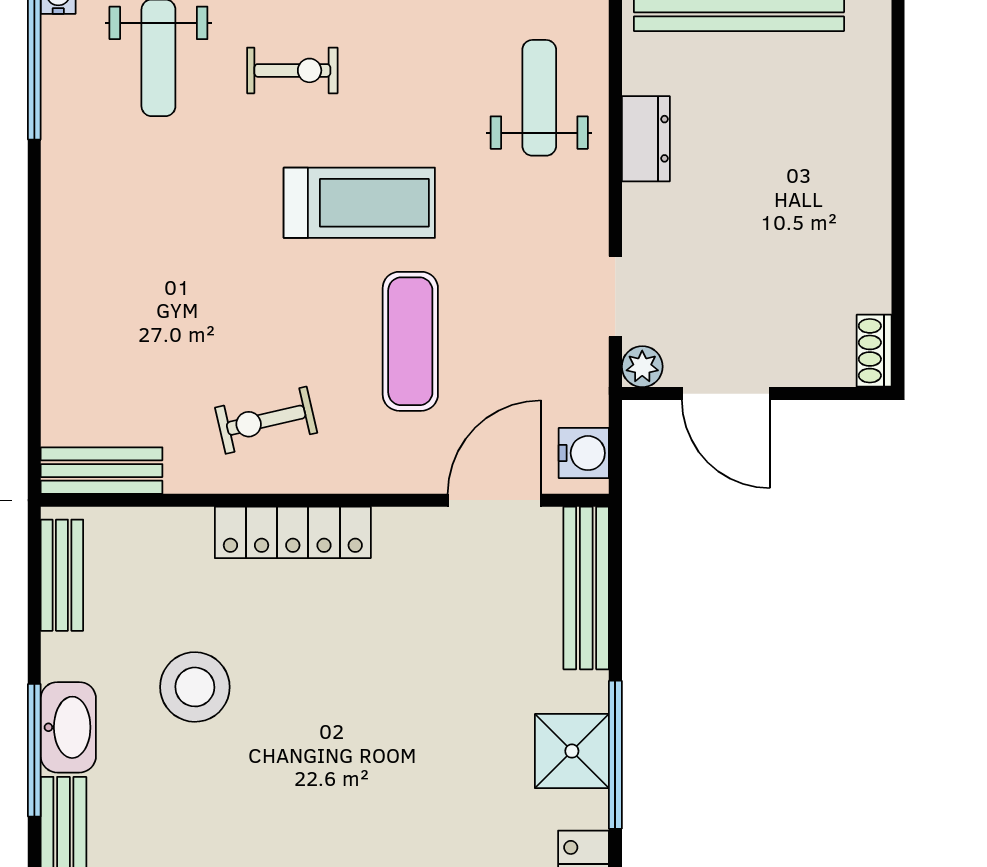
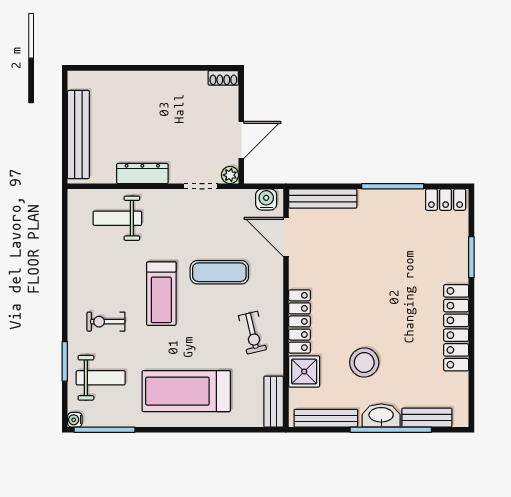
exercise bike: (292, 70) -> (106, 322), turned -90
dresser: (646, 139) -> (142, 174), width x1.44
treadmill: (359, 203) -> (161, 294), turned 180
treadmill: (127, 262) -> (186, 391), added
bench: (62, 575) -> (326, 418), width x1.36
window: (34, 750) -> (391, 430), width x1.46
shower: (572, 751) -> (304, 371), moved

